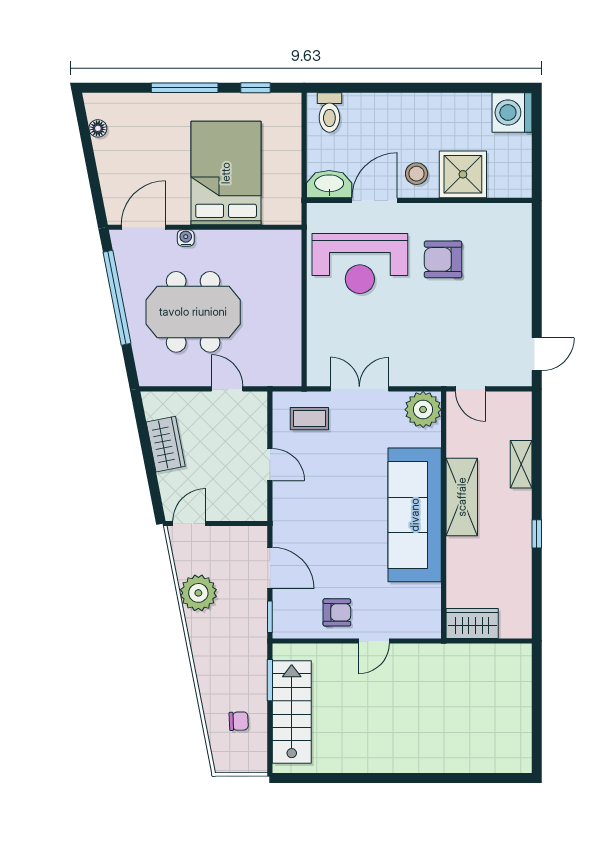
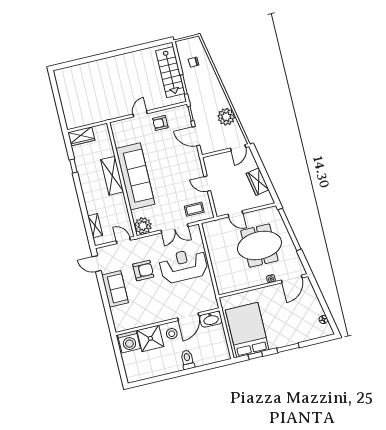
window: (185, 88) -> (288, 348), width x0.69
toilet: (329, 112) -> (187, 360), moved
washing machine: (512, 113) -> (129, 342), moved, turned 90
bed: (226, 173) -> (247, 330), moved, turned 180
armchair: (443, 259) -> (143, 271), moved
reception desk: (360, 264) -> (183, 266), moved
sofa: (511, 293) -> (115, 289), added
window: (117, 298) -> (290, 229), moved
door: (537, 354) -> (97, 264), hinge flipped
shelving: (521, 464) -> (95, 226), moved
shelving: (462, 497) -> (112, 176), moved
window: (537, 534) -> (73, 166), moved
wardrobe: (472, 623) -> (81, 136), moved

